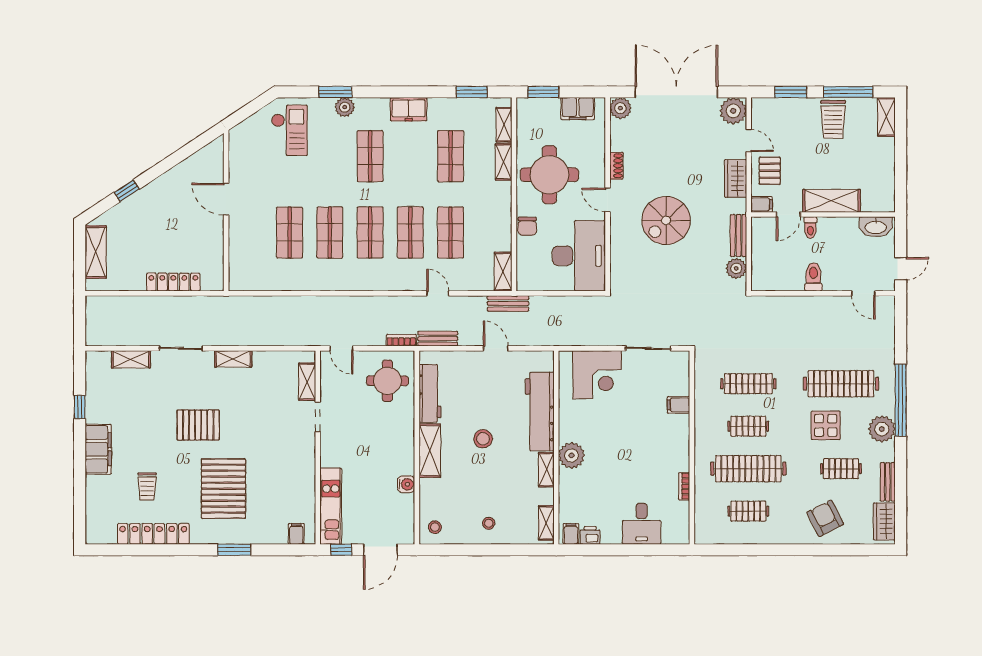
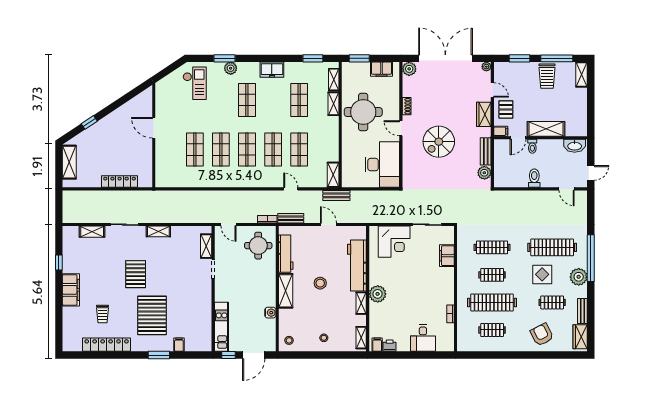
plant: (733, 111) -> (486, 67), width x0.53, depth x0.53
chair: (527, 226) -> (349, 145), removed
filing cabinet: (678, 405) -> (447, 256), width x2.00
pallet: (198, 425) -> (136, 274), turned 90
filing cabinet: (296, 534) -> (179, 345), moved

